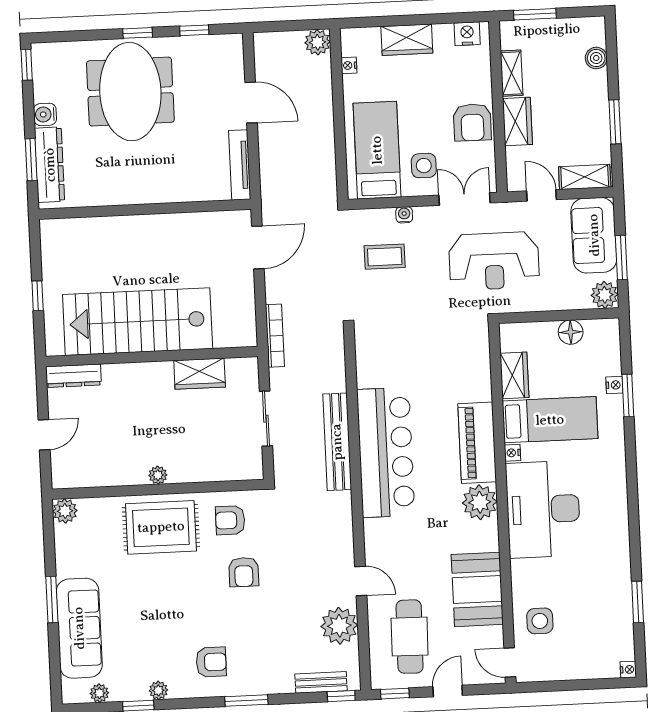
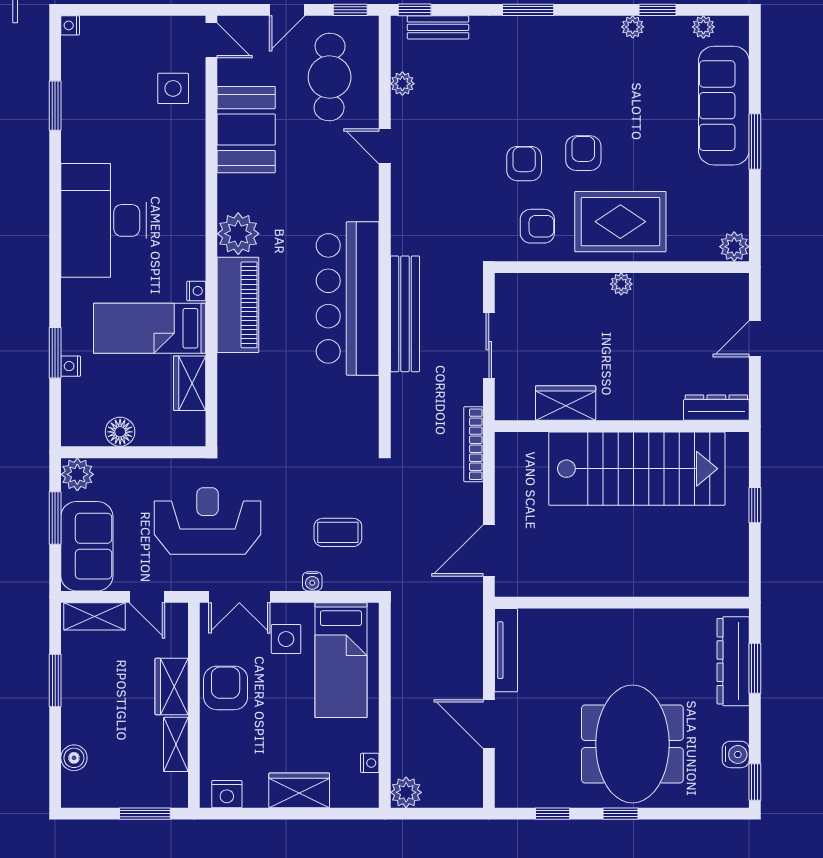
water cooler: (45, 114) -> (736, 754), moved
desk: (543, 509) -> (104, 220), moved, turned 180
plant: (339, 626) -> (402, 84), width x0.53, depth x0.53
armchair: (211, 662) -> (583, 153), moved, turned 90

